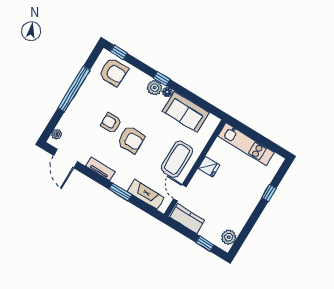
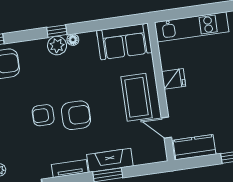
sofa: (186, 112) -> (124, 42), moved
fireplace: (146, 194) -> (110, 160), moved

